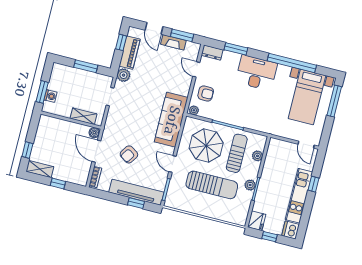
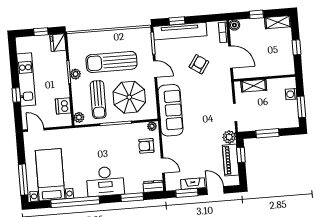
window: (121, 42) -> (241, 155), moved
window: (42, 92) -> (301, 107), moved
boiler: (94, 133) -> (234, 25), moved
window: (27, 150) -> (296, 47), moved
plant: (257, 156) -> (79, 117), moved
dishwasher: (291, 230) -> (63, 106), moved, turned 180

